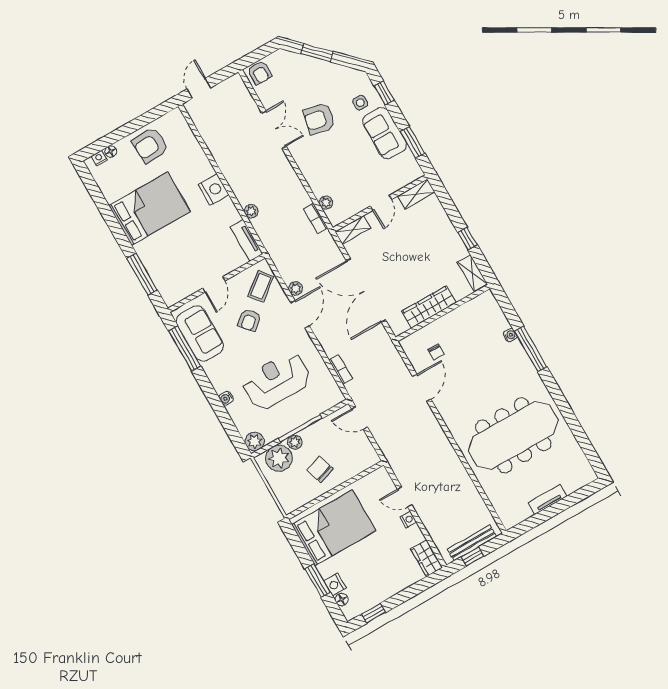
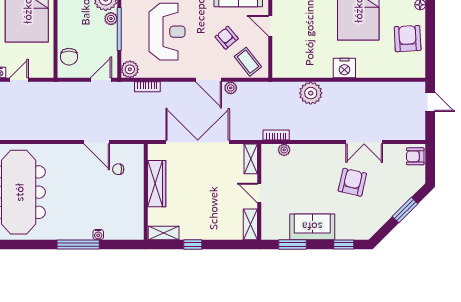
side table: (360, 103) -> (347, 222), removed
plant: (251, 211) -> (311, 93), width x1.88, depth x1.88
tv unit: (247, 240) -> (290, 71), removed
plant: (333, 396) -> (130, 69), added
chair: (320, 469) -> (69, 57), moved, turned 108

